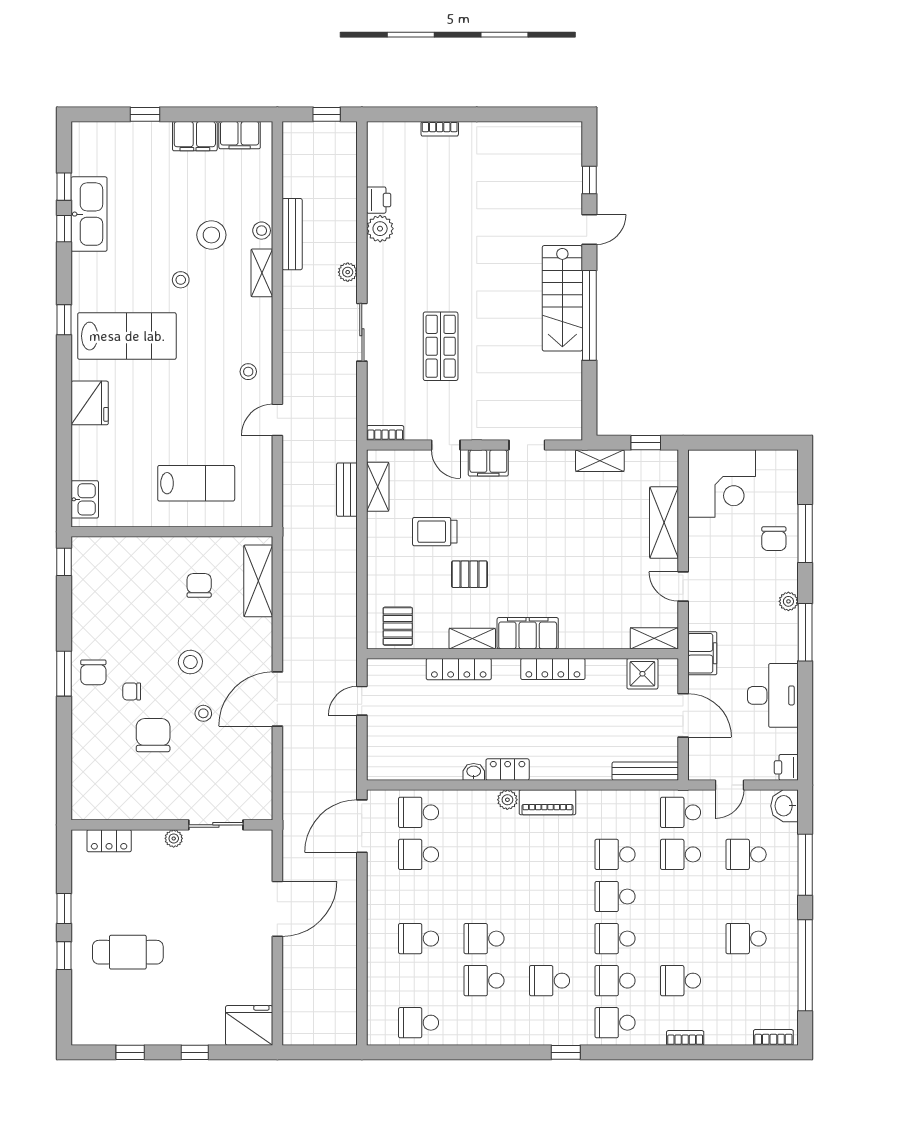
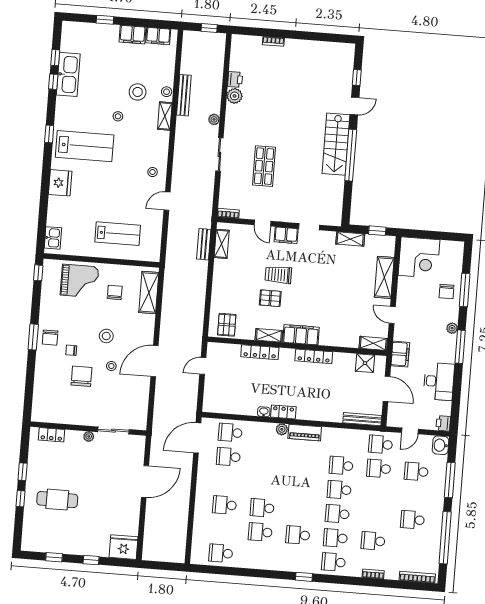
trolley: (435, 532) -> (278, 275), moved
grand piano: (137, 570) -> (80, 281), added
bookcase: (773, 1037) -> (417, 577), width x1.56

